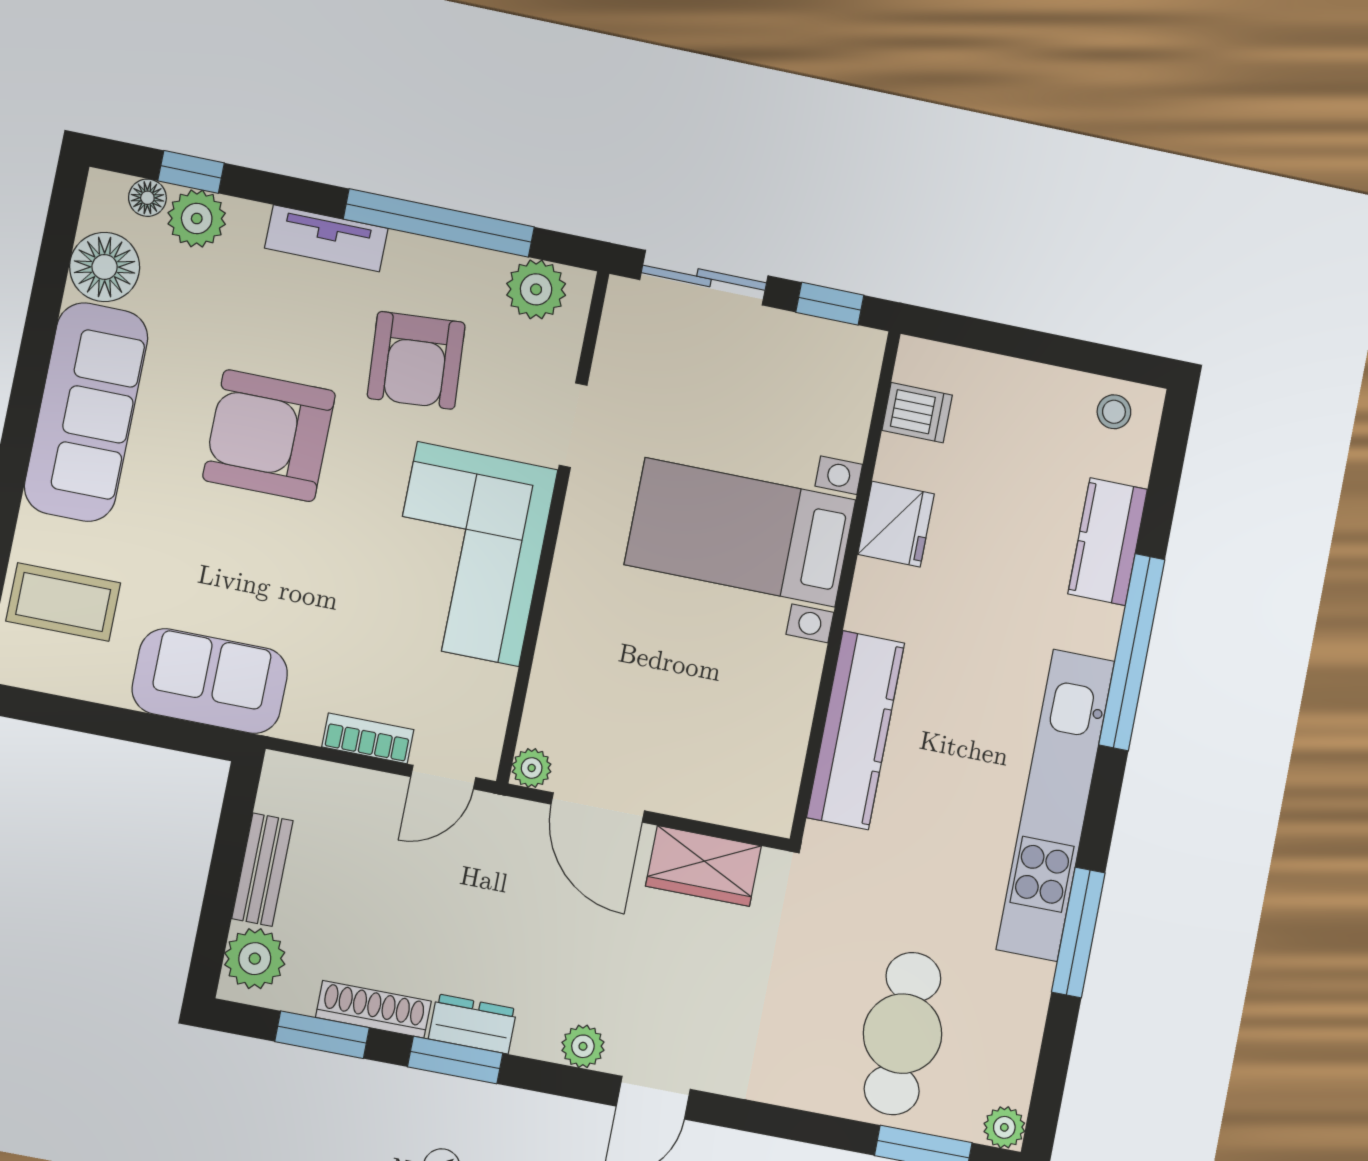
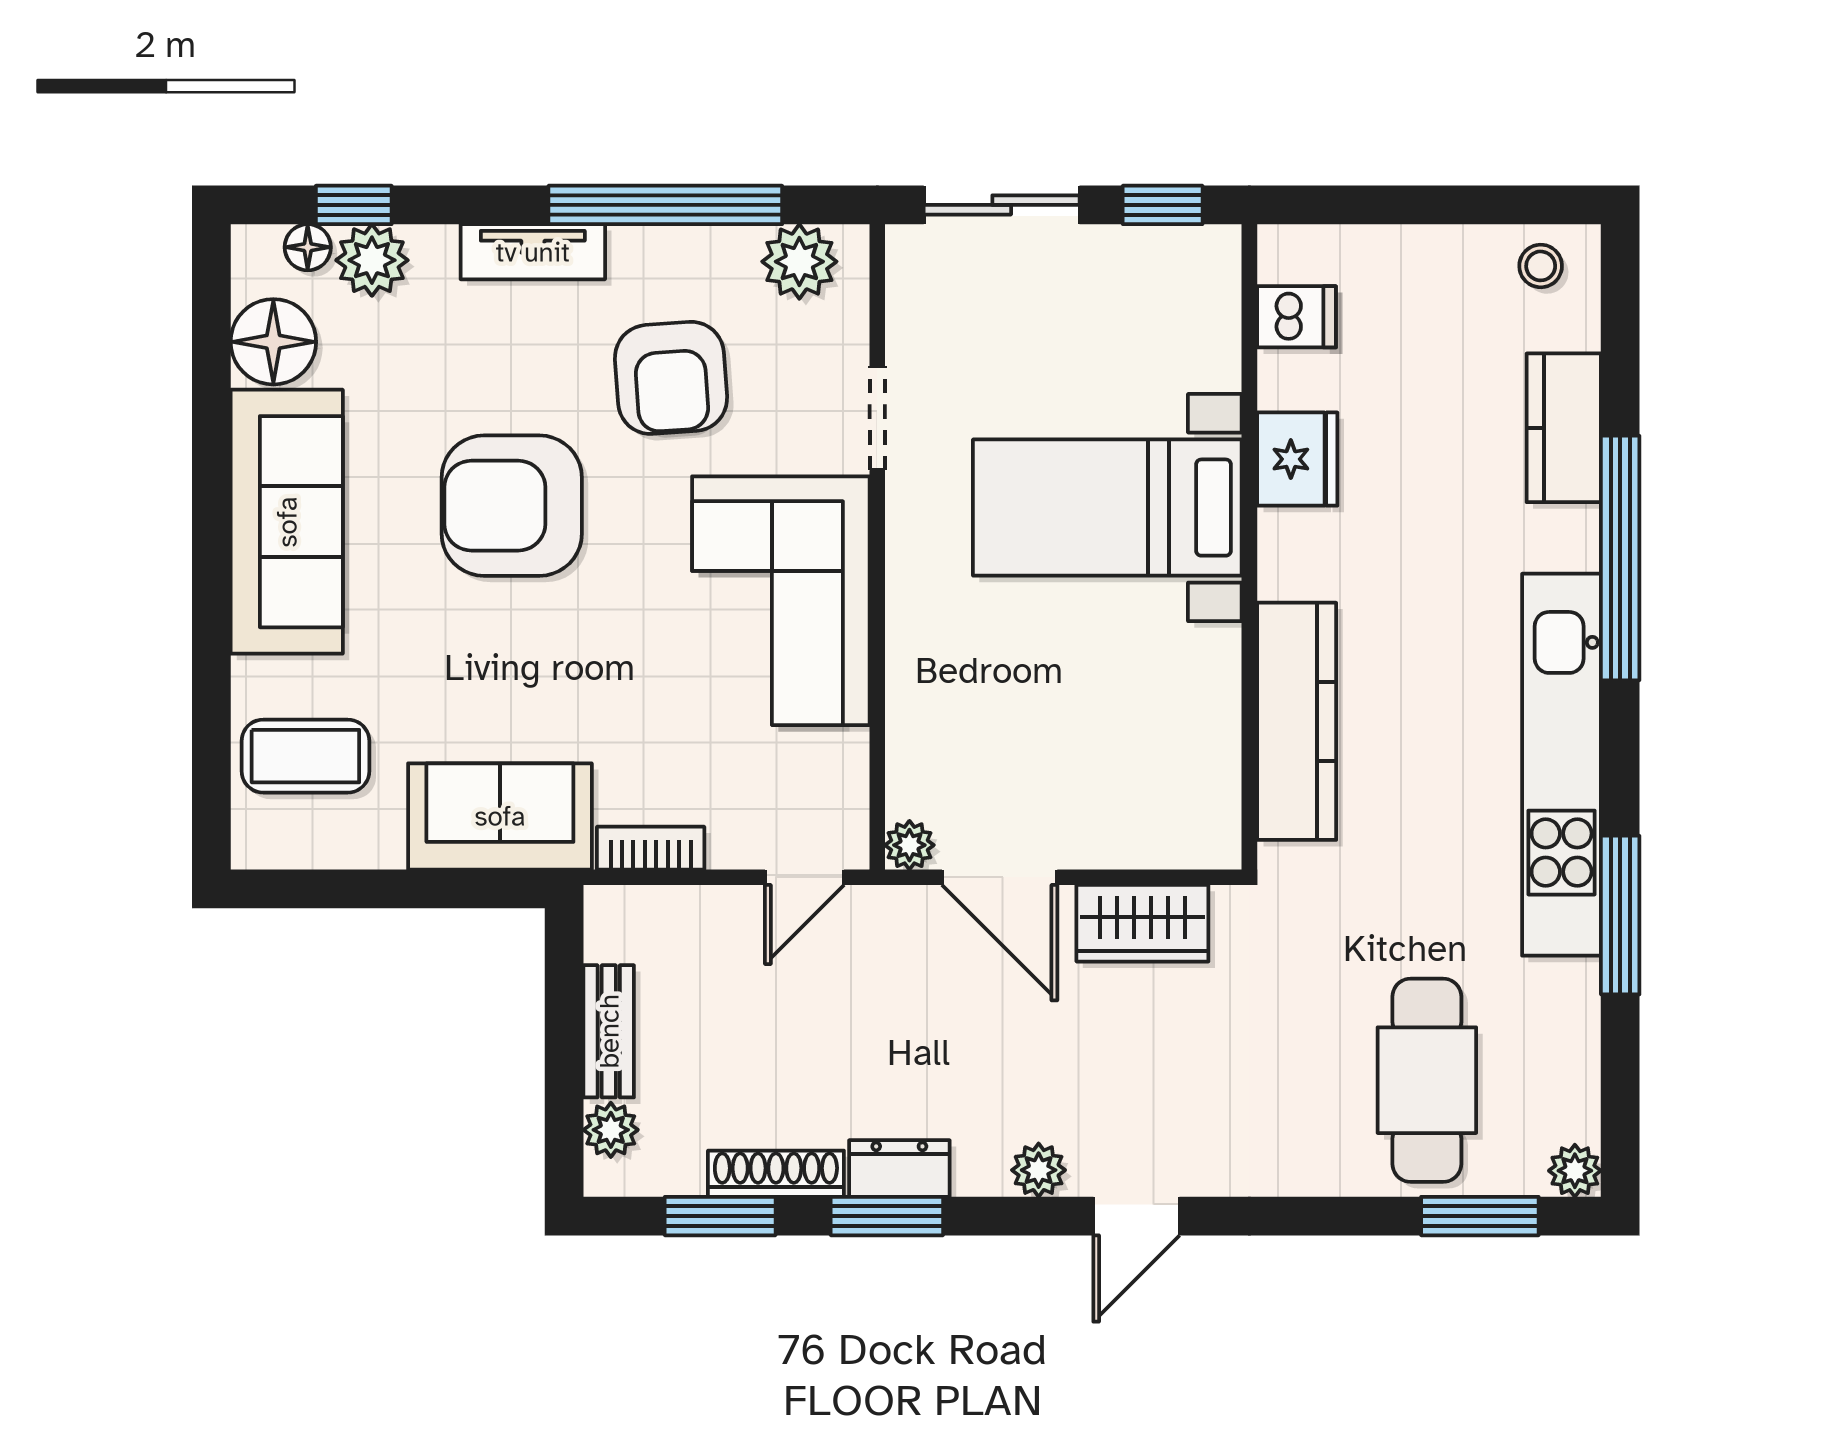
bookcase: (368, 738) -> (651, 848), moved
plant: (255, 959) -> (611, 1130), width x0.73, depth x0.73

